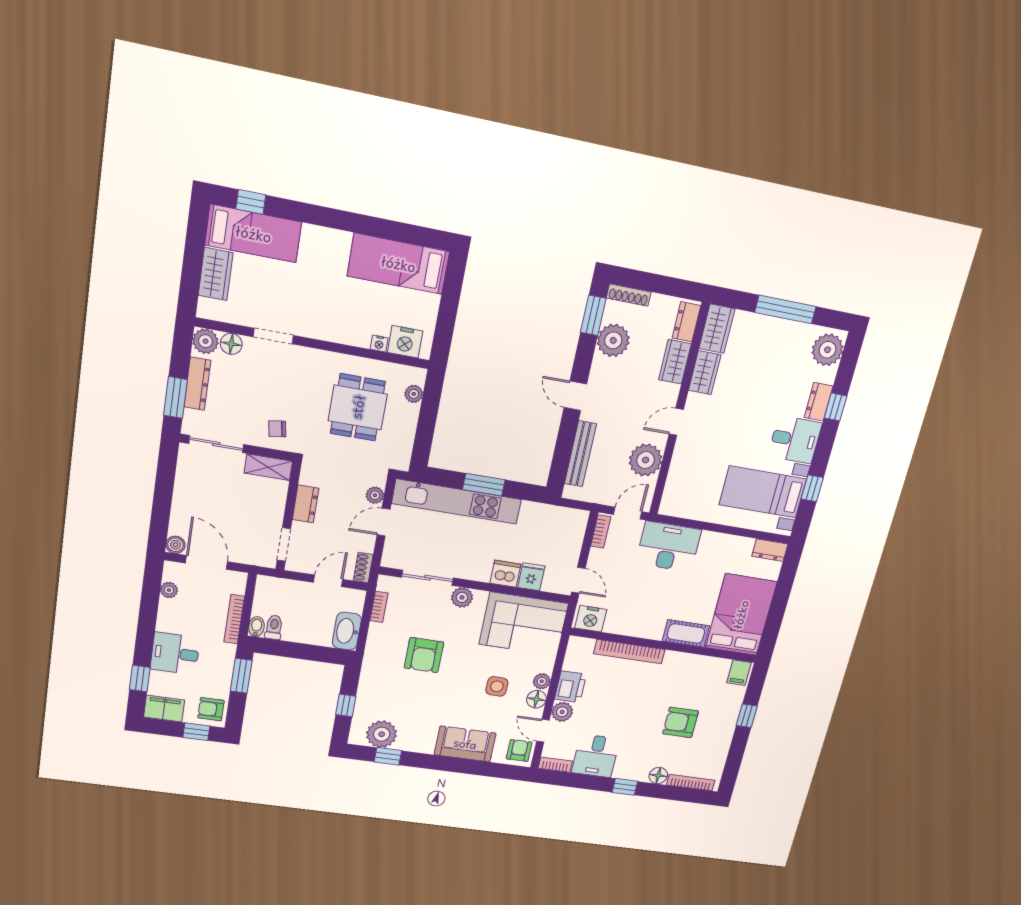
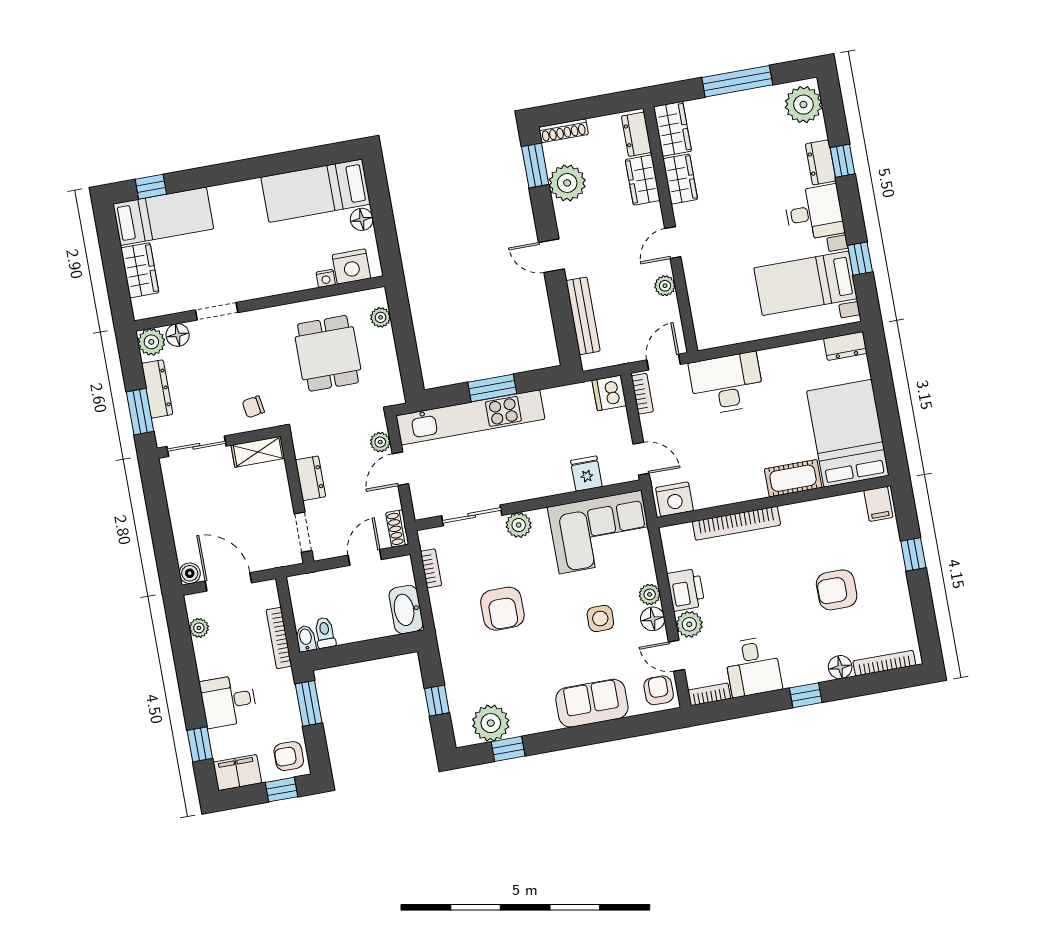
floor lamp: (429, 305) -> (362, 219), added
plant: (646, 460) -> (665, 286), width x0.53, depth x0.53
dishwasher: (505, 574) -> (609, 393), moved, turned -90

